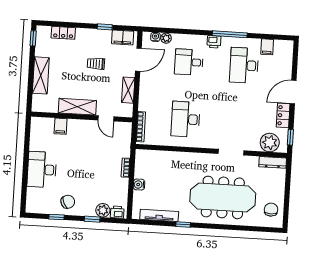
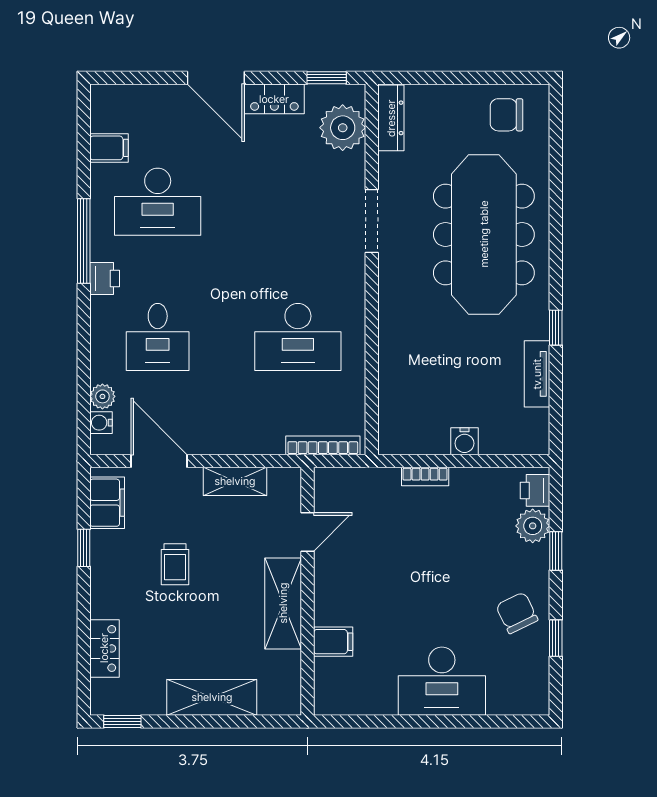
tv unit: (159, 215) -> (537, 374), width x0.71

